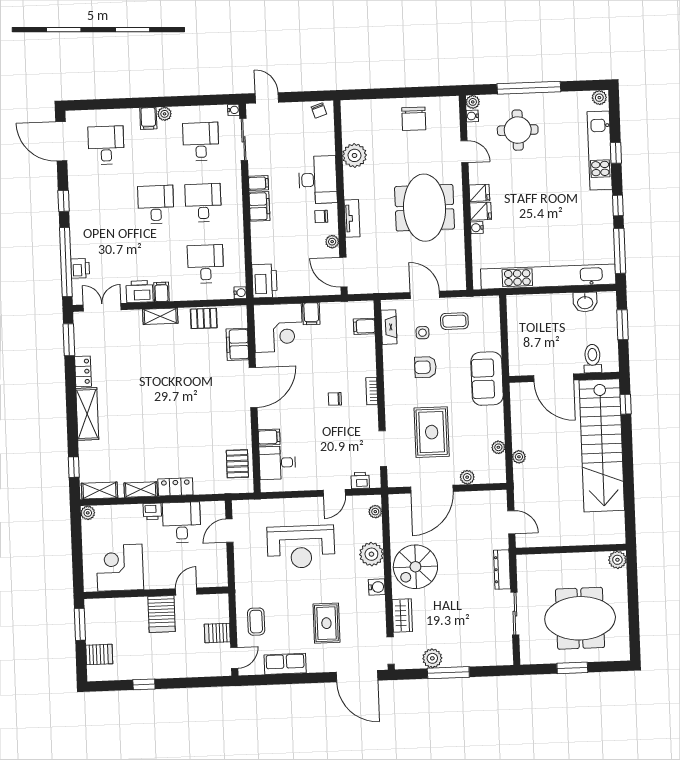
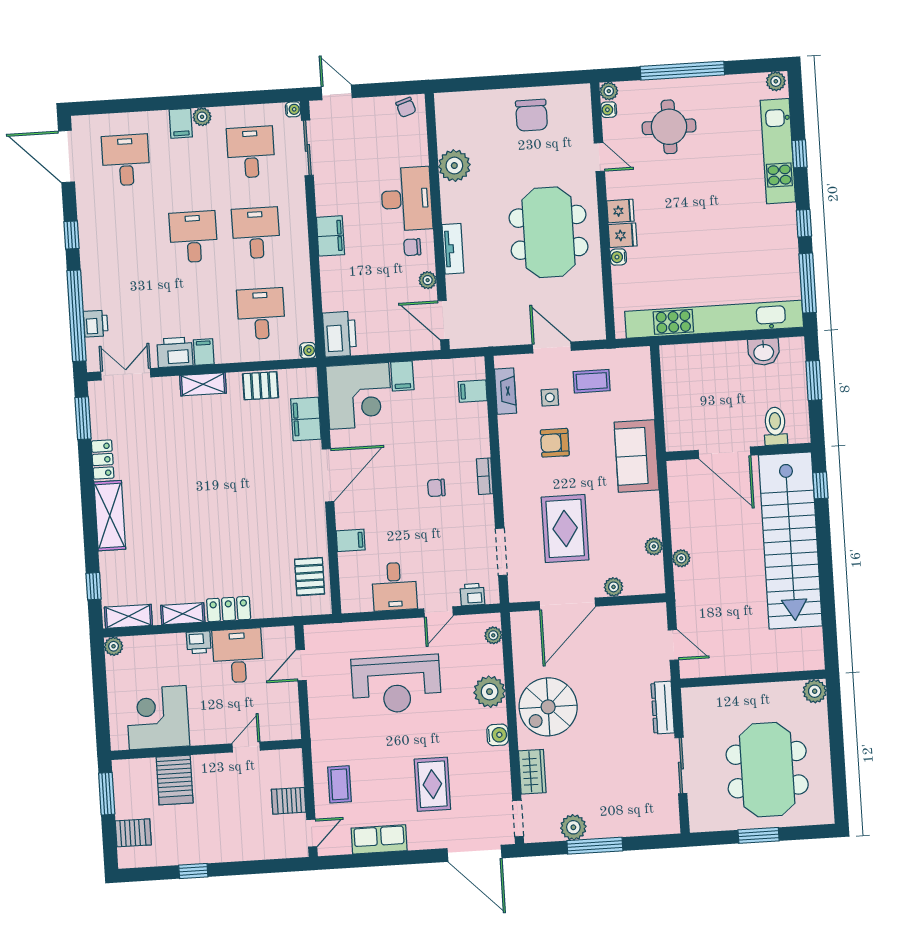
filing cabinet: (258, 183) -> (328, 205), removed
desk: (277, 463) -> (394, 586), moved, turned -90
server rack: (162, 614) -> (175, 780), moved
meeting table: (580, 618) -> (767, 770), turned 90

